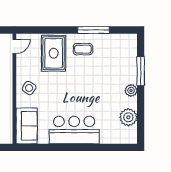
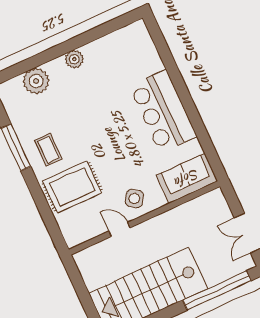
door: (14, 46) -> (120, 229), moved
window: (141, 71) -> (42, 58), removed
plant: (128, 117) -> (36, 81), moved

